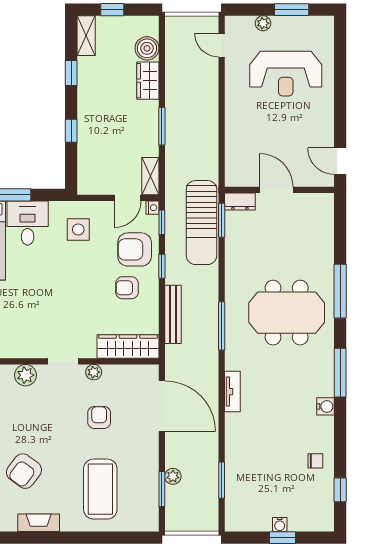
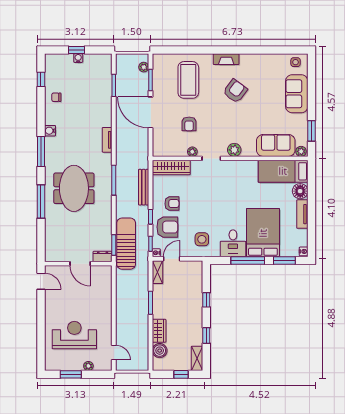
meeting table: (287, 313) -> (74, 188), turned 90
door: (162, 406) -> (151, 112), moved
plant: (173, 476) -> (144, 67), moved

